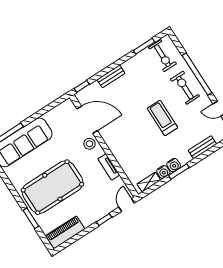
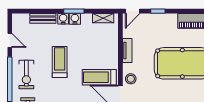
treadmill: (162, 118) -> (60, 62), turned 180
treadmill: (118, 127) -> (99, 77), added
water cooler: (163, 172) -> (63, 19), moved

